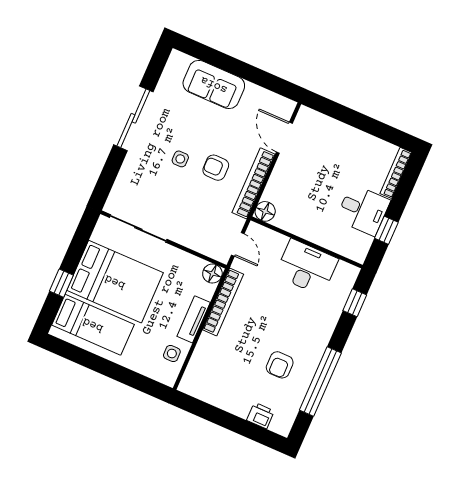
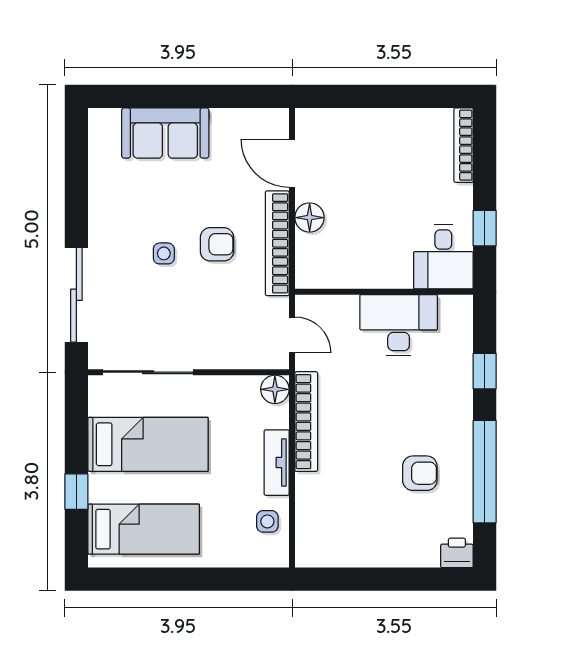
sliding door: (133, 118) -> (76, 295), moved
armchair: (216, 168) -> (217, 244), turned 180
desk: (363, 210) -> (443, 257), moved, turned 90
floor lamp: (265, 211) -> (310, 218), moved
bed: (115, 282) -> (148, 444), width x0.67
window: (355, 303) -> (485, 371), moved
armchair: (280, 365) -> (420, 473), turned -90
printer: (260, 416) -> (457, 553), moved

